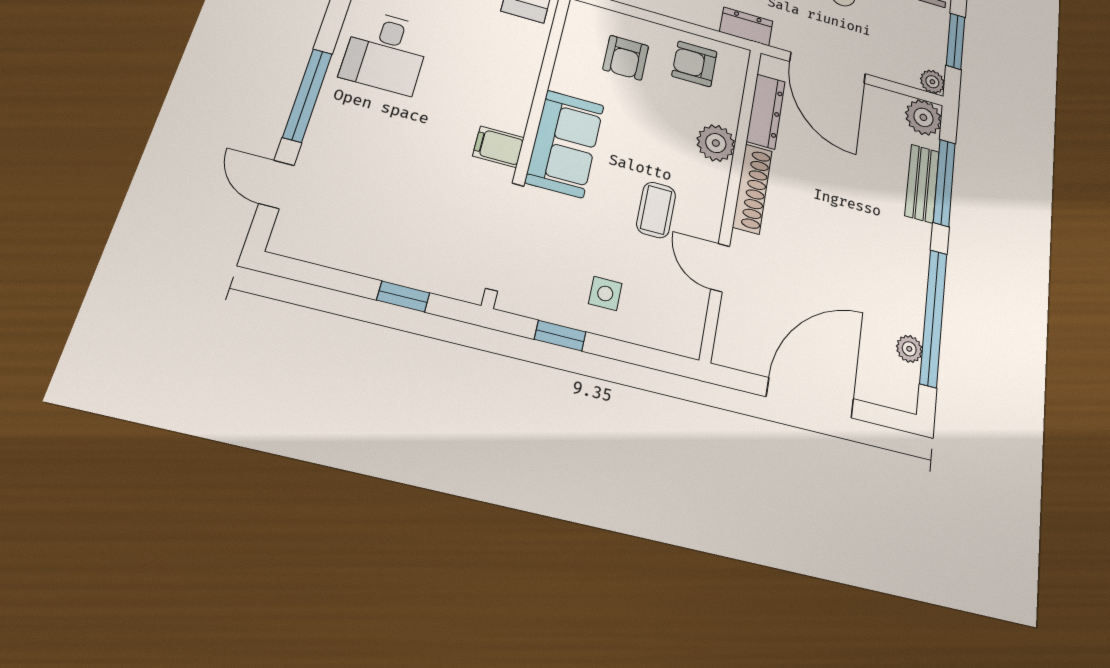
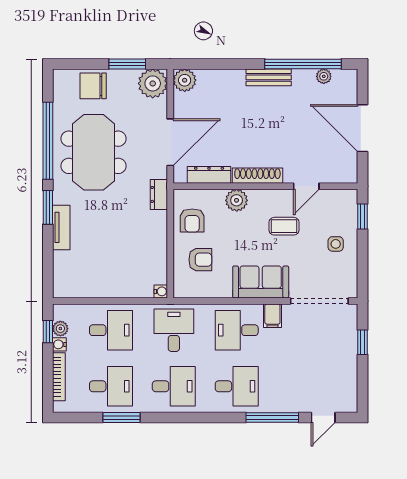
desk: (488, 80) -> (237, 330), added
plant: (932, 82) -> (153, 83), width x1.88, depth x1.88
bench: (922, 183) -> (269, 77), moved
window: (944, 183) -> (222, 64), removed
window: (560, 336) -> (363, 216), moved

